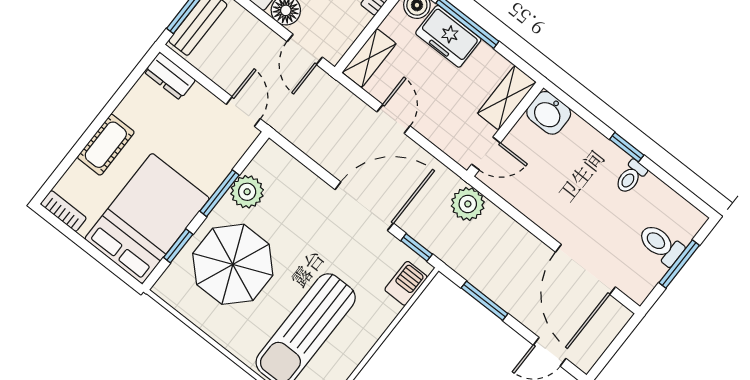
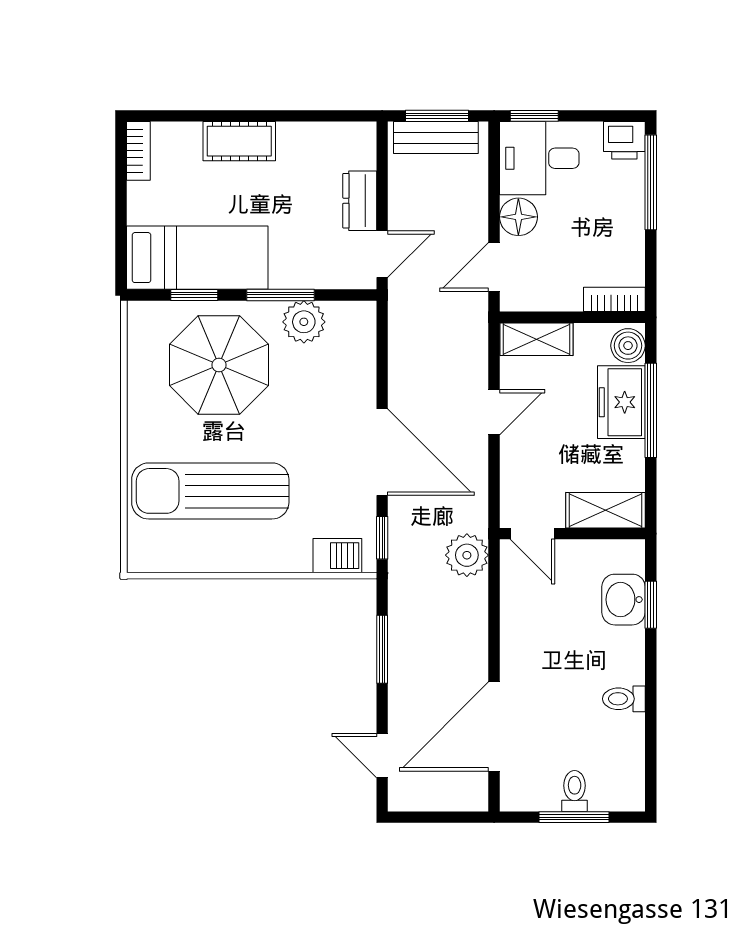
dresser: (170, 76) -> (360, 201), moved
washbasin: (549, 113) -> (624, 600), moved
window: (627, 147) -> (651, 605), moved
bed: (147, 218) -> (197, 258), width x0.67
toilet: (661, 244) -> (575, 791), width x0.73, depth x0.72

